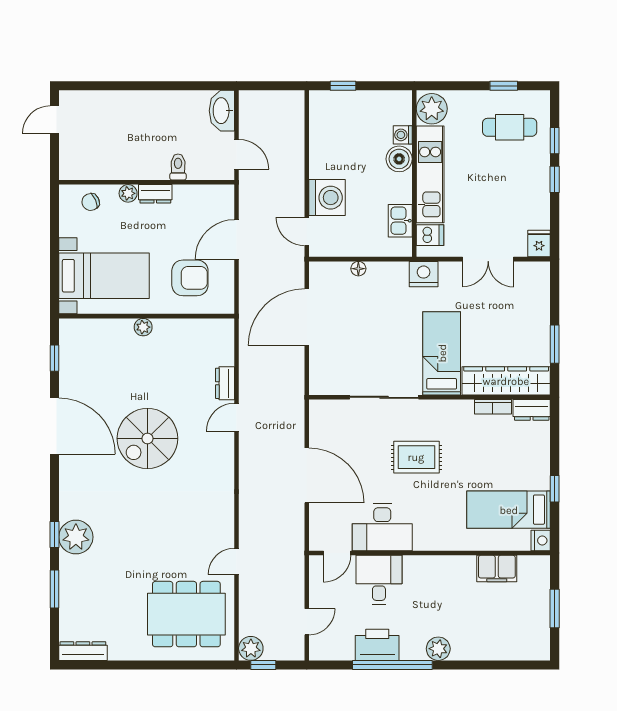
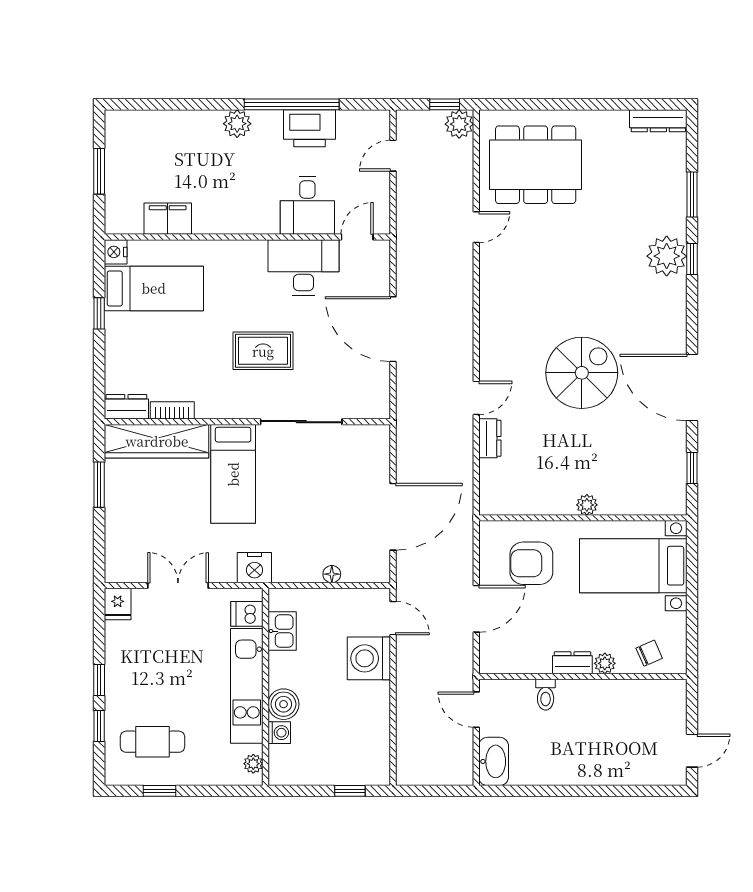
plant: (432, 109) -> (253, 764), width x0.53, depth x0.53

